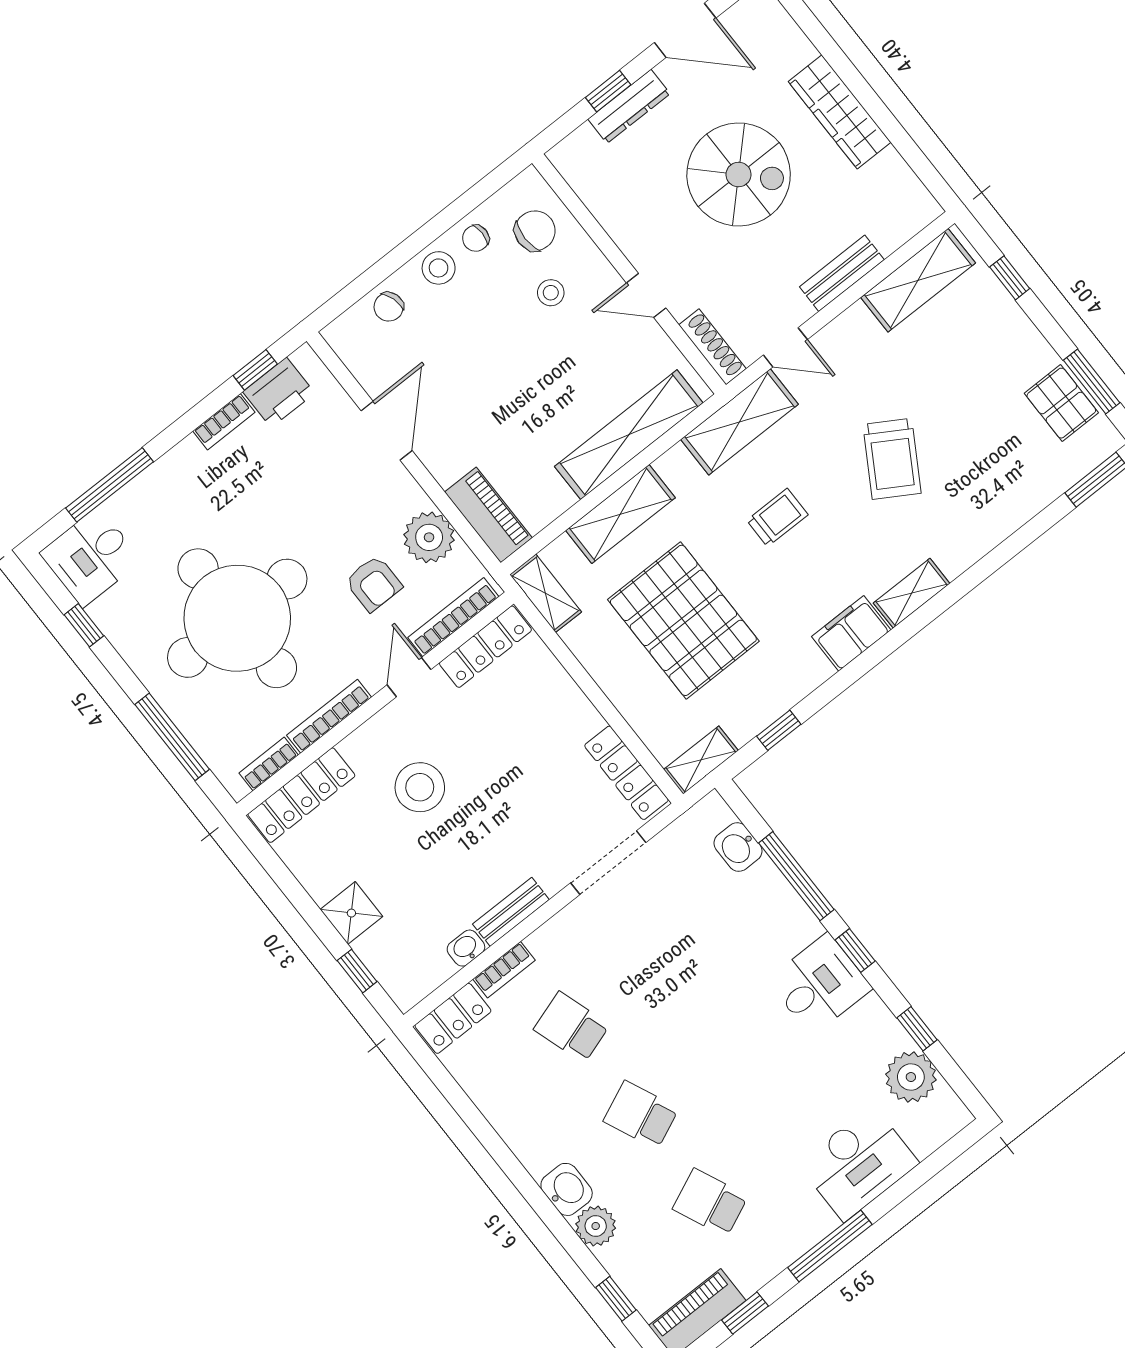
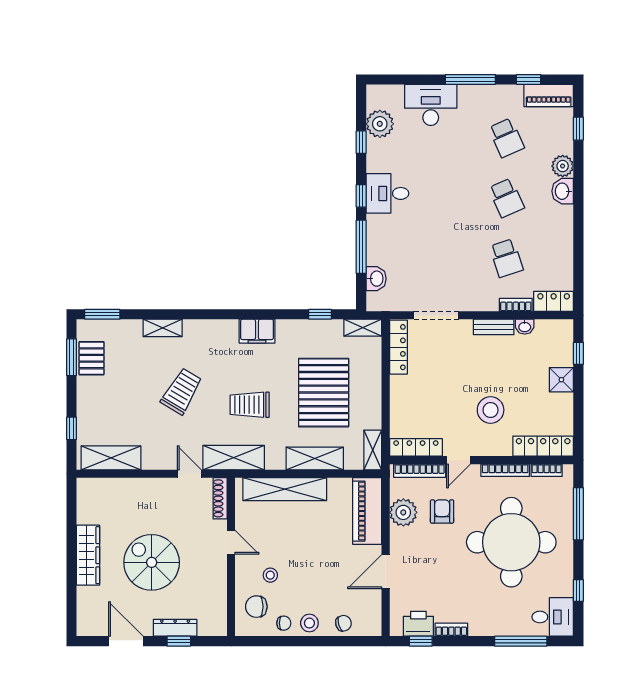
bench: (842, 273) -> (141, 486), removed
piano: (488, 515) -> (367, 511), width x1.37, depth x1.33
trolley: (777, 517) -> (250, 405), width x1.36, depth x1.39
shelving: (912, 593) -> (163, 328), moved

